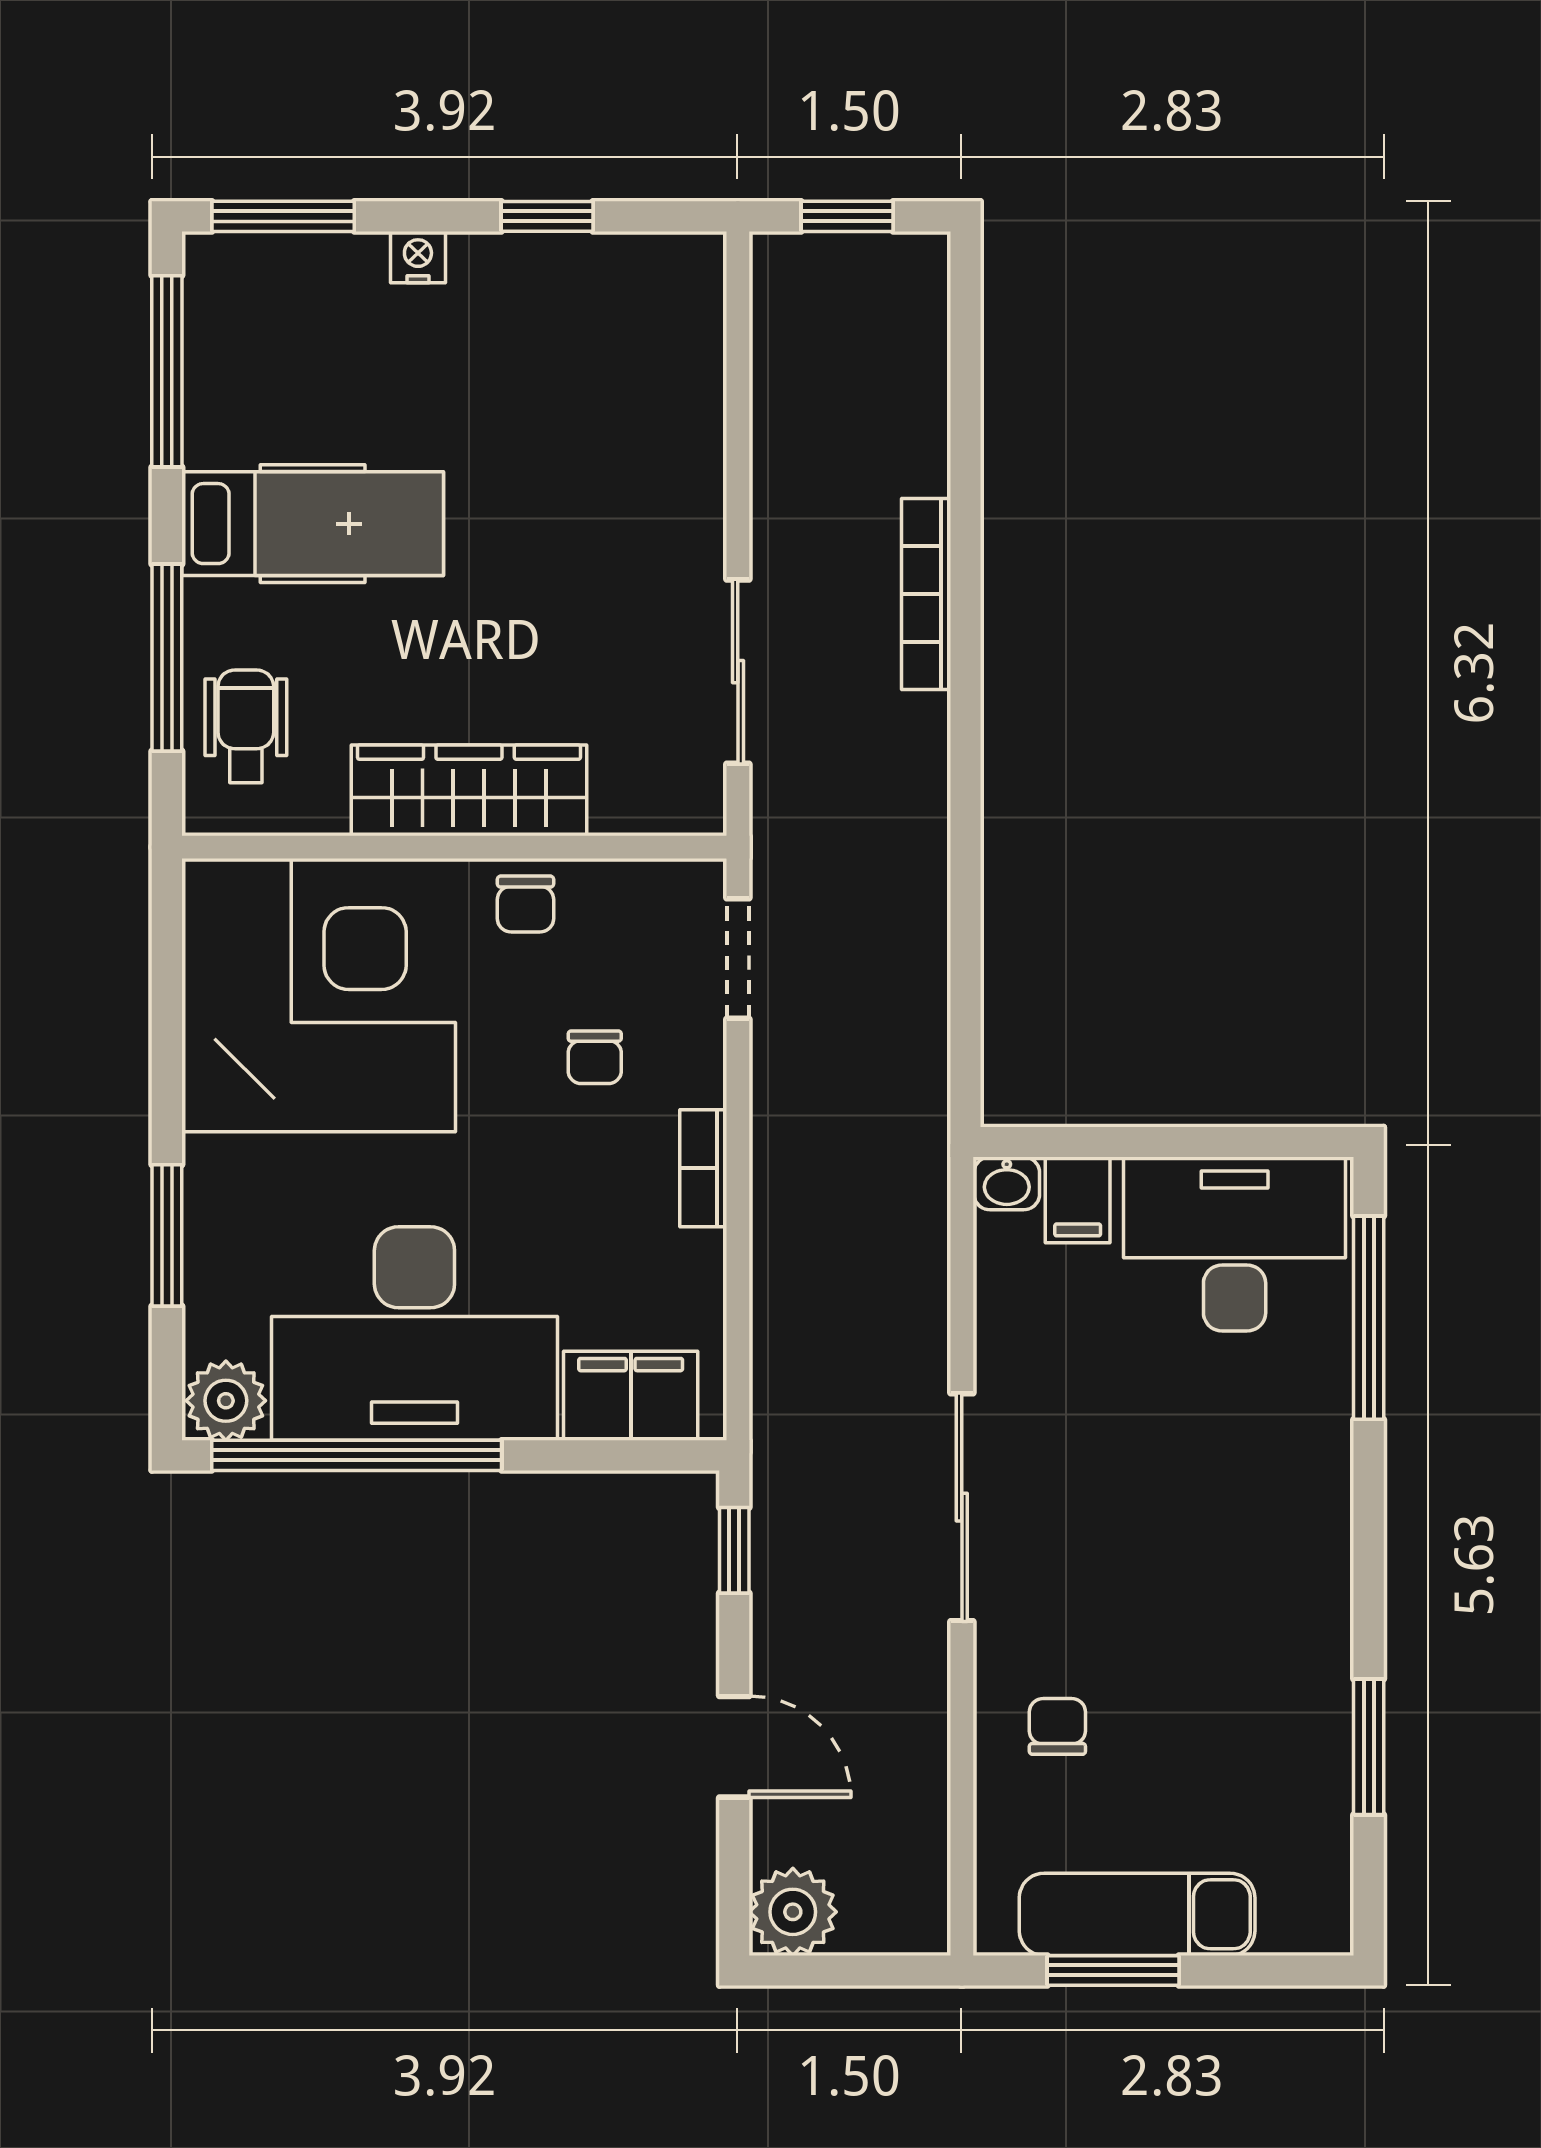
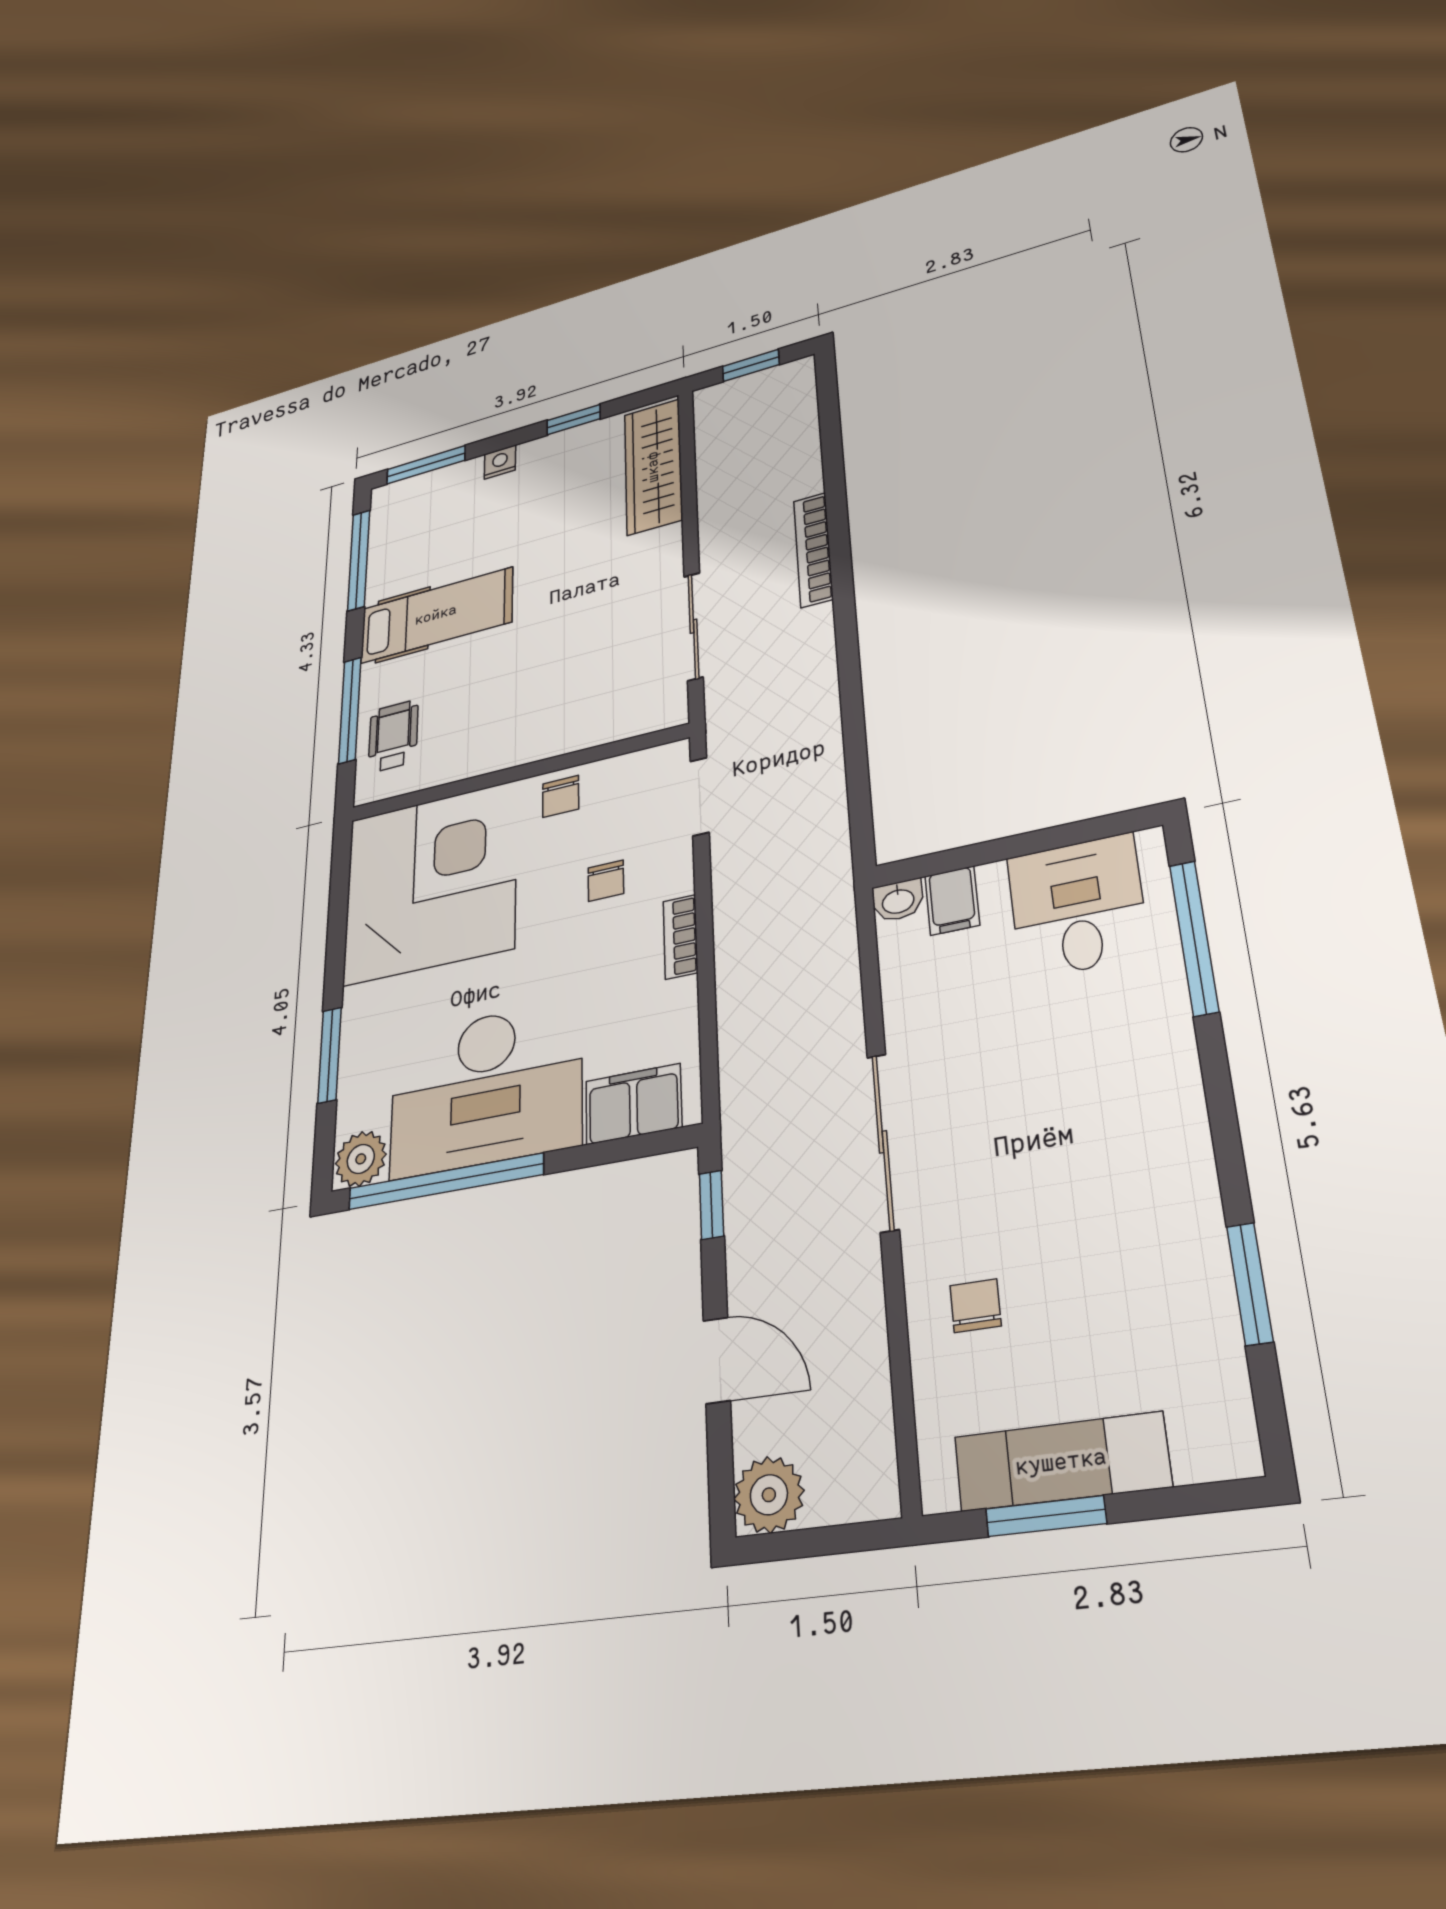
wardrobe: (469, 790) -> (653, 467), moved, turned -90
desk: (1235, 1244) -> (1077, 906), width x0.73

